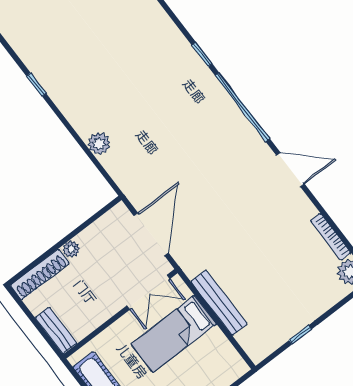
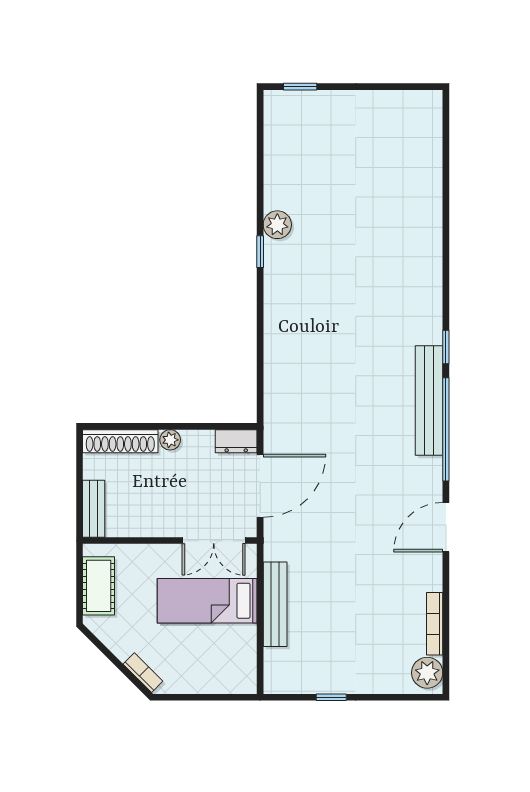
bench: (217, 97) -> (429, 401), added
plant: (99, 144) -> (277, 225), moved
door: (290, 170) -> (446, 527), swing flipped
dresser: (114, 218) -> (236, 441), added

